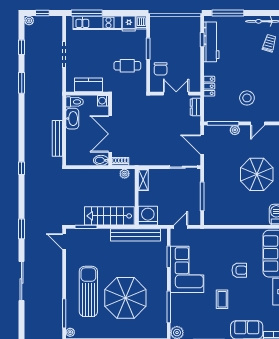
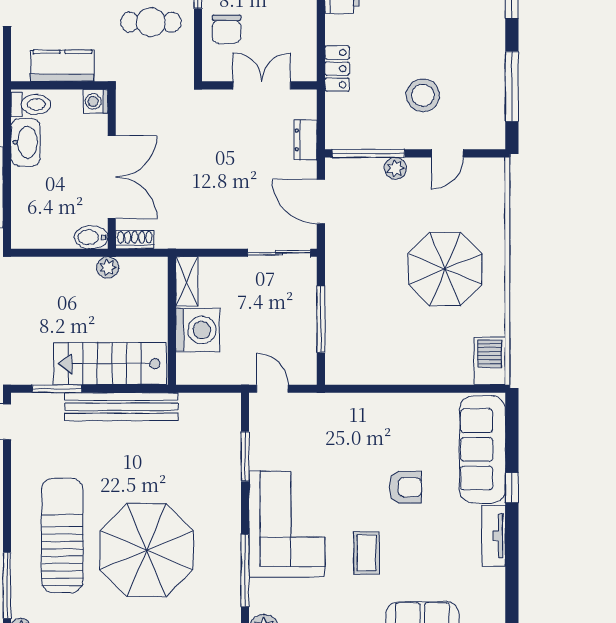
dresser: (195, 107) -> (306, 140), moved
double door: (110, 134) -> (112, 177), swing flipped
plant: (125, 174) -> (108, 268), moved
washing machine: (148, 216) -> (198, 330), moved, turned 90
door: (181, 227) -> (272, 389), hinge flipped
bench: (135, 235) -> (121, 407), moved
corner sofa: (187, 269) -> (287, 524), moved

